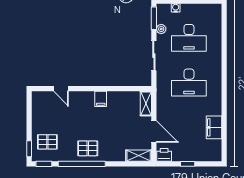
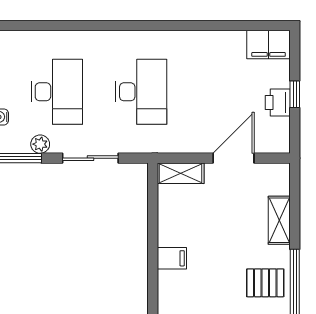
filing cabinet: (214, 127) -> (269, 44), moved
pallet: (88, 148) -> (265, 283), turned 90
printer: (164, 155) -> (278, 103), moved
shelving: (139, 156) -> (279, 220), moved

